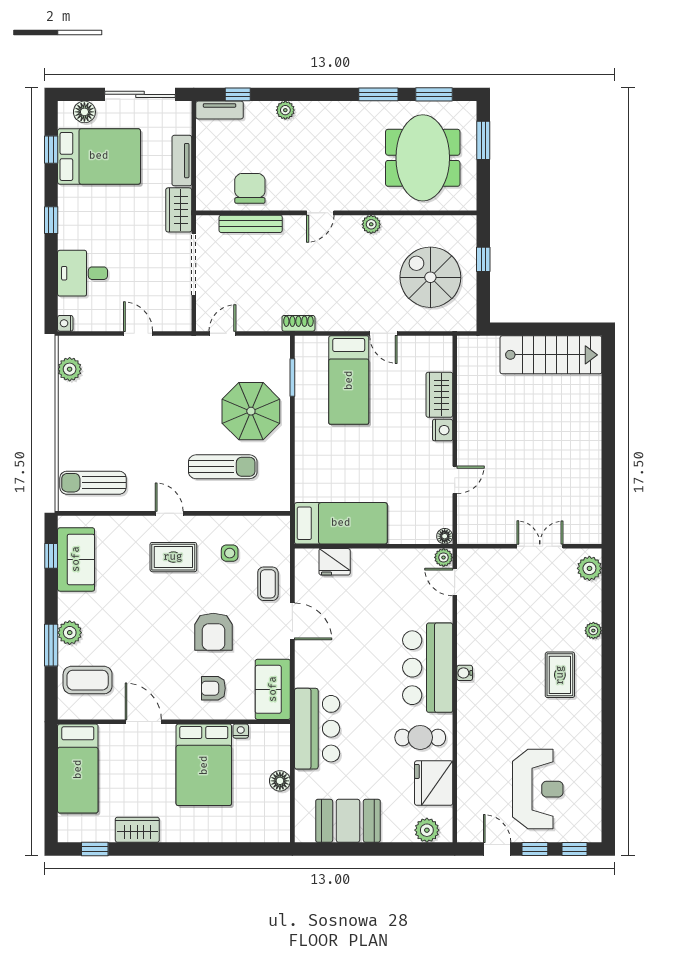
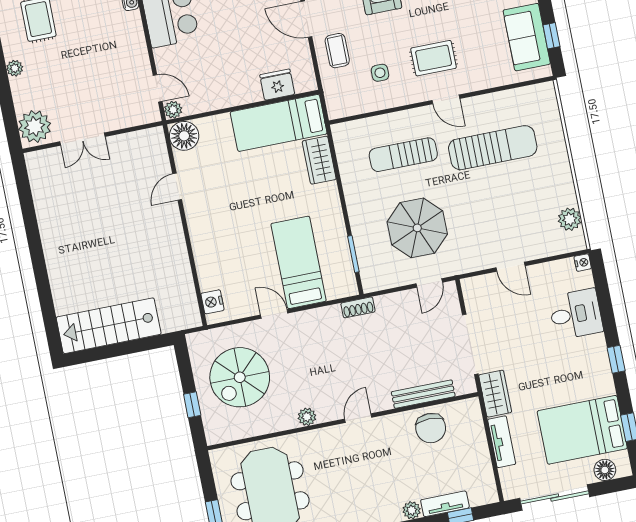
tv unit: (220, 110) -> (445, 504), moved
spiral stairs: (430, 277) -> (240, 377), turned 90
wardrobe: (439, 395) -> (319, 160), moved, turned 180
parasol: (251, 411) -> (417, 228), moved
nightstand: (443, 430) -> (212, 302), moved
sun lounger: (93, 483) -> (493, 148), moved, width x1.36, depth x1.34
floor lamp: (445, 536) -> (184, 136), width x1.89, depth x1.89
plant: (589, 568) -> (35, 126), width x1.36, depth x1.36

